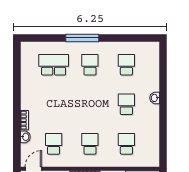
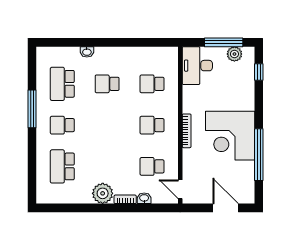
window: (82, 38) -> (32, 109), moved
school desk: (126, 65) -> (62, 84), width x1.85
washbasin: (155, 98) -> (87, 52), moved
plant: (30, 100) -> (103, 193), added

